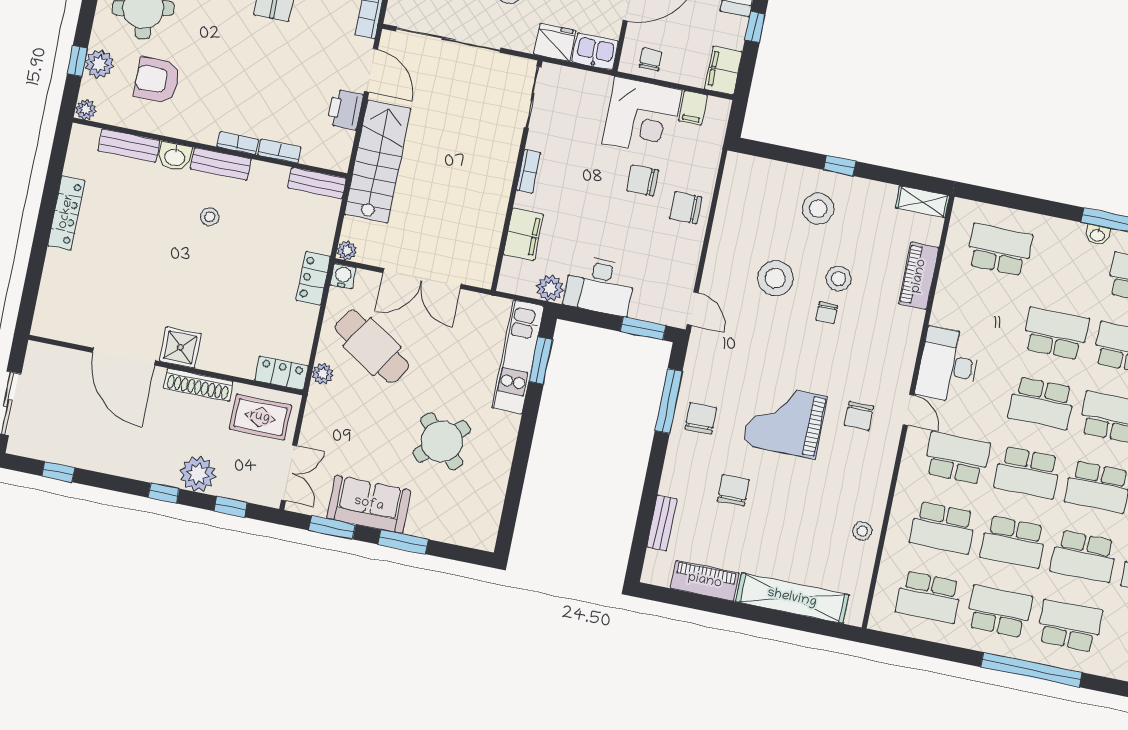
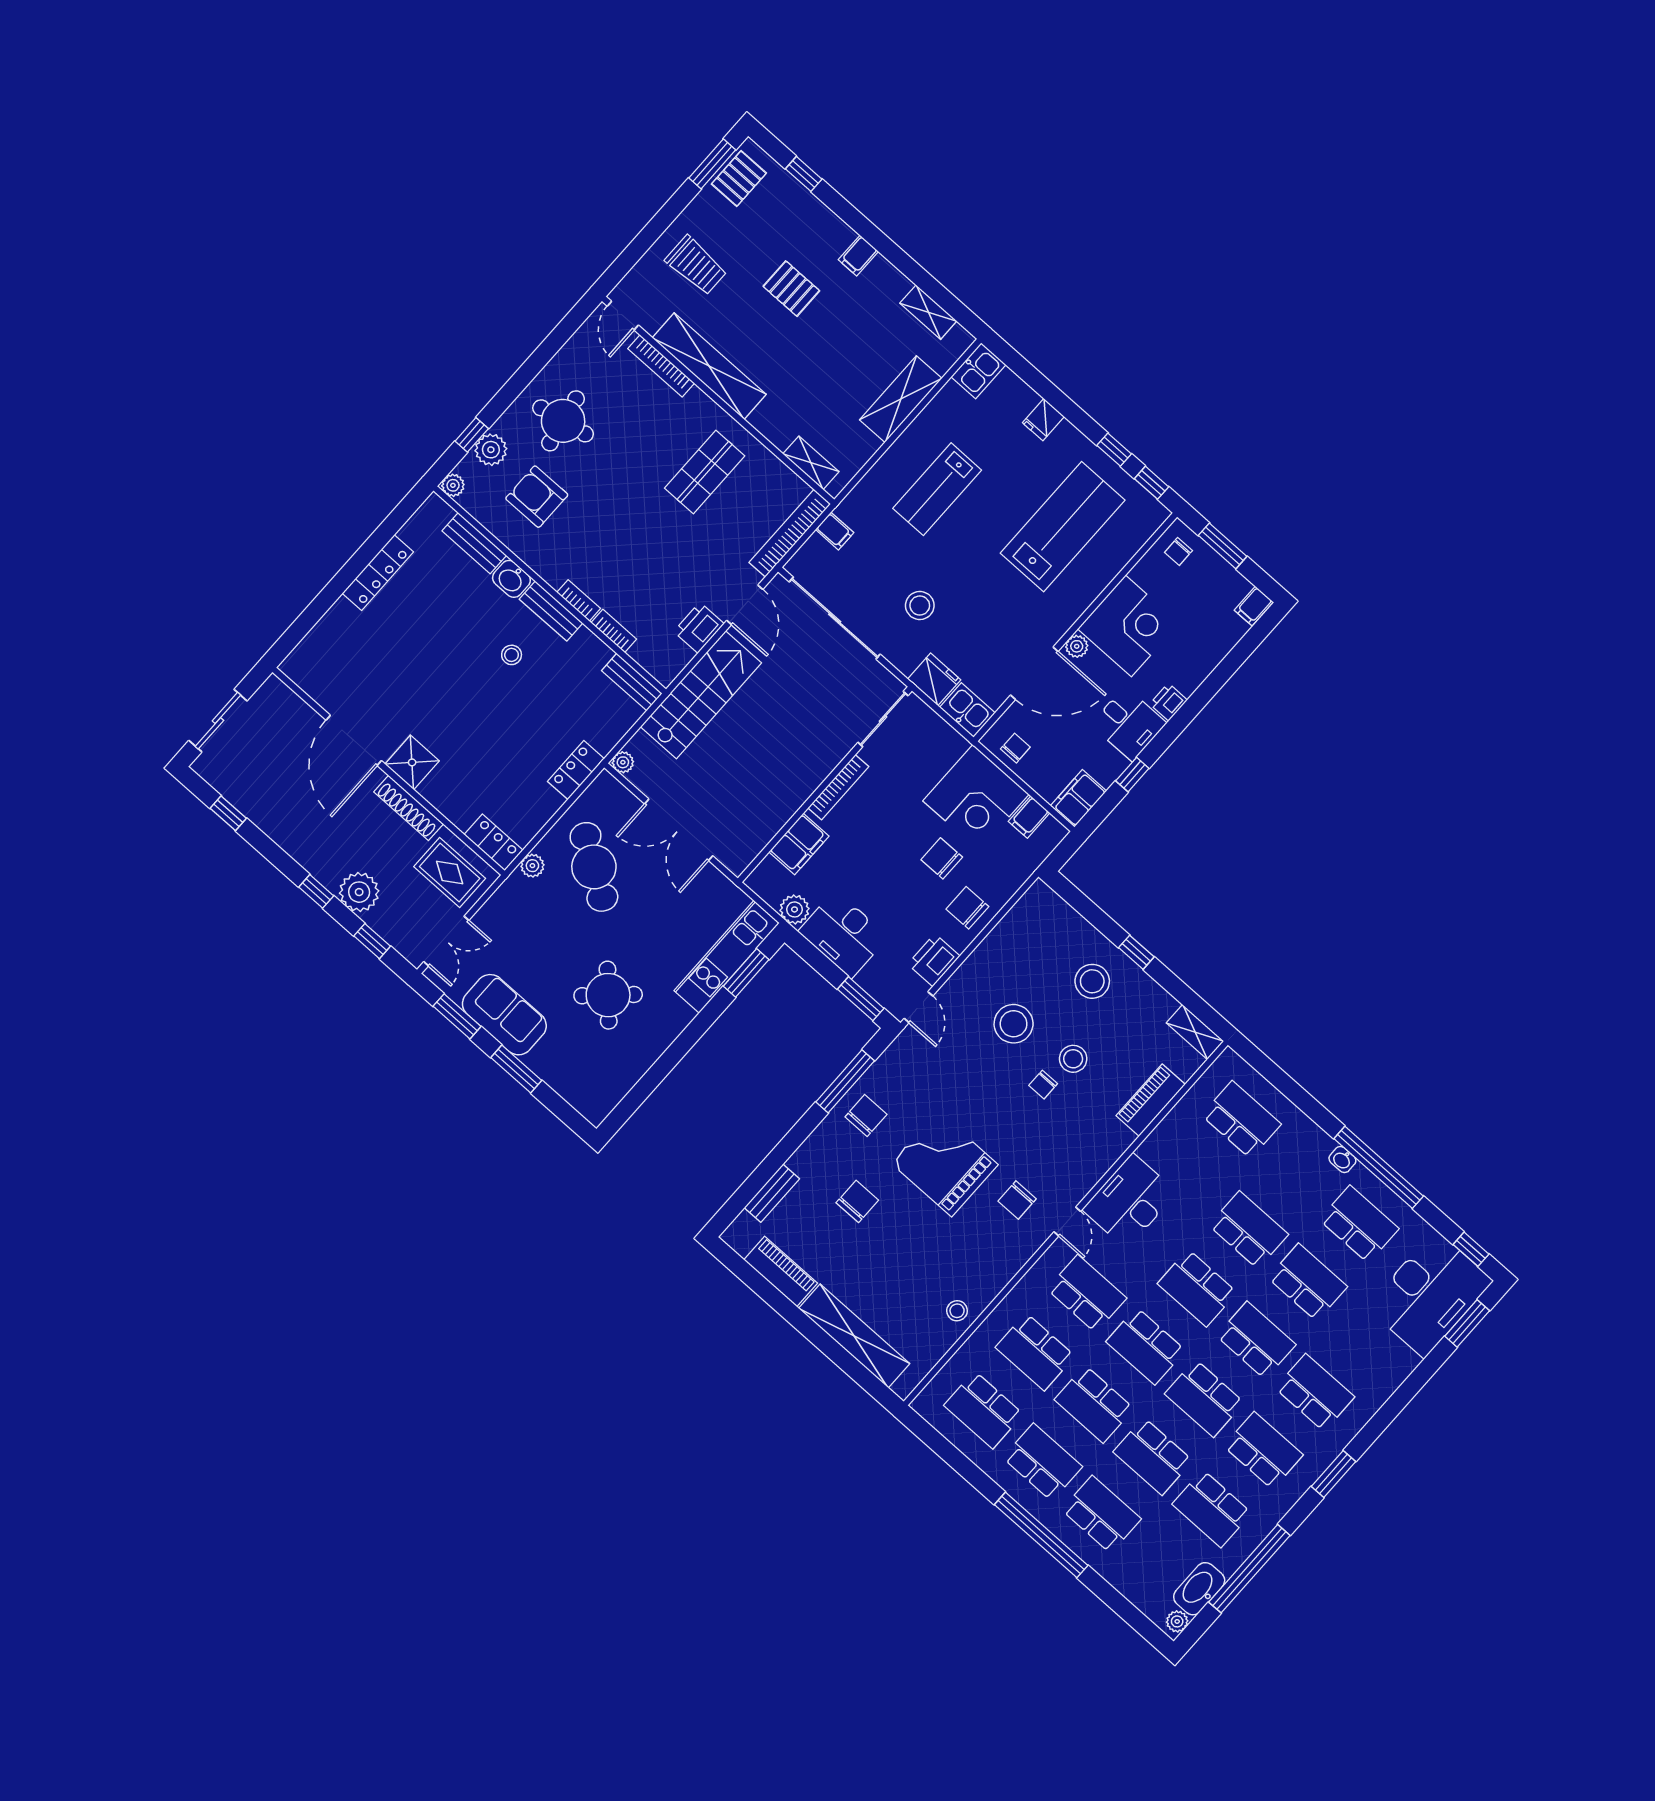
bookcase: (529, 172) -> (838, 787), width x1.56
printer: (683, 264) -> (934, 960), added
water cooler: (343, 276) -> (605, 785), removed

